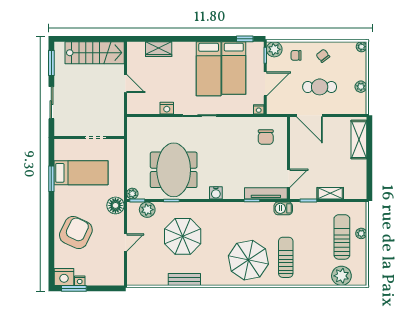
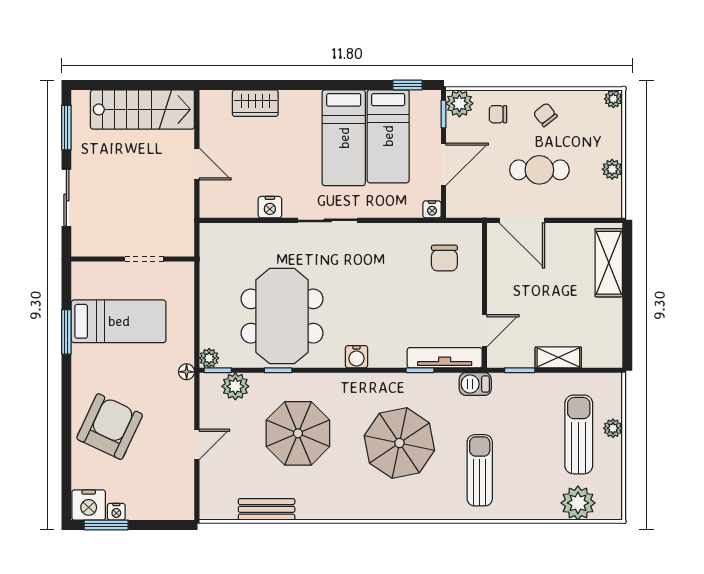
floor lamp: (115, 205) -> (187, 372), width x0.53, depth x0.53
parasol: (248, 260) -> (399, 443), moved
bench: (184, 279) -> (267, 509), moved

